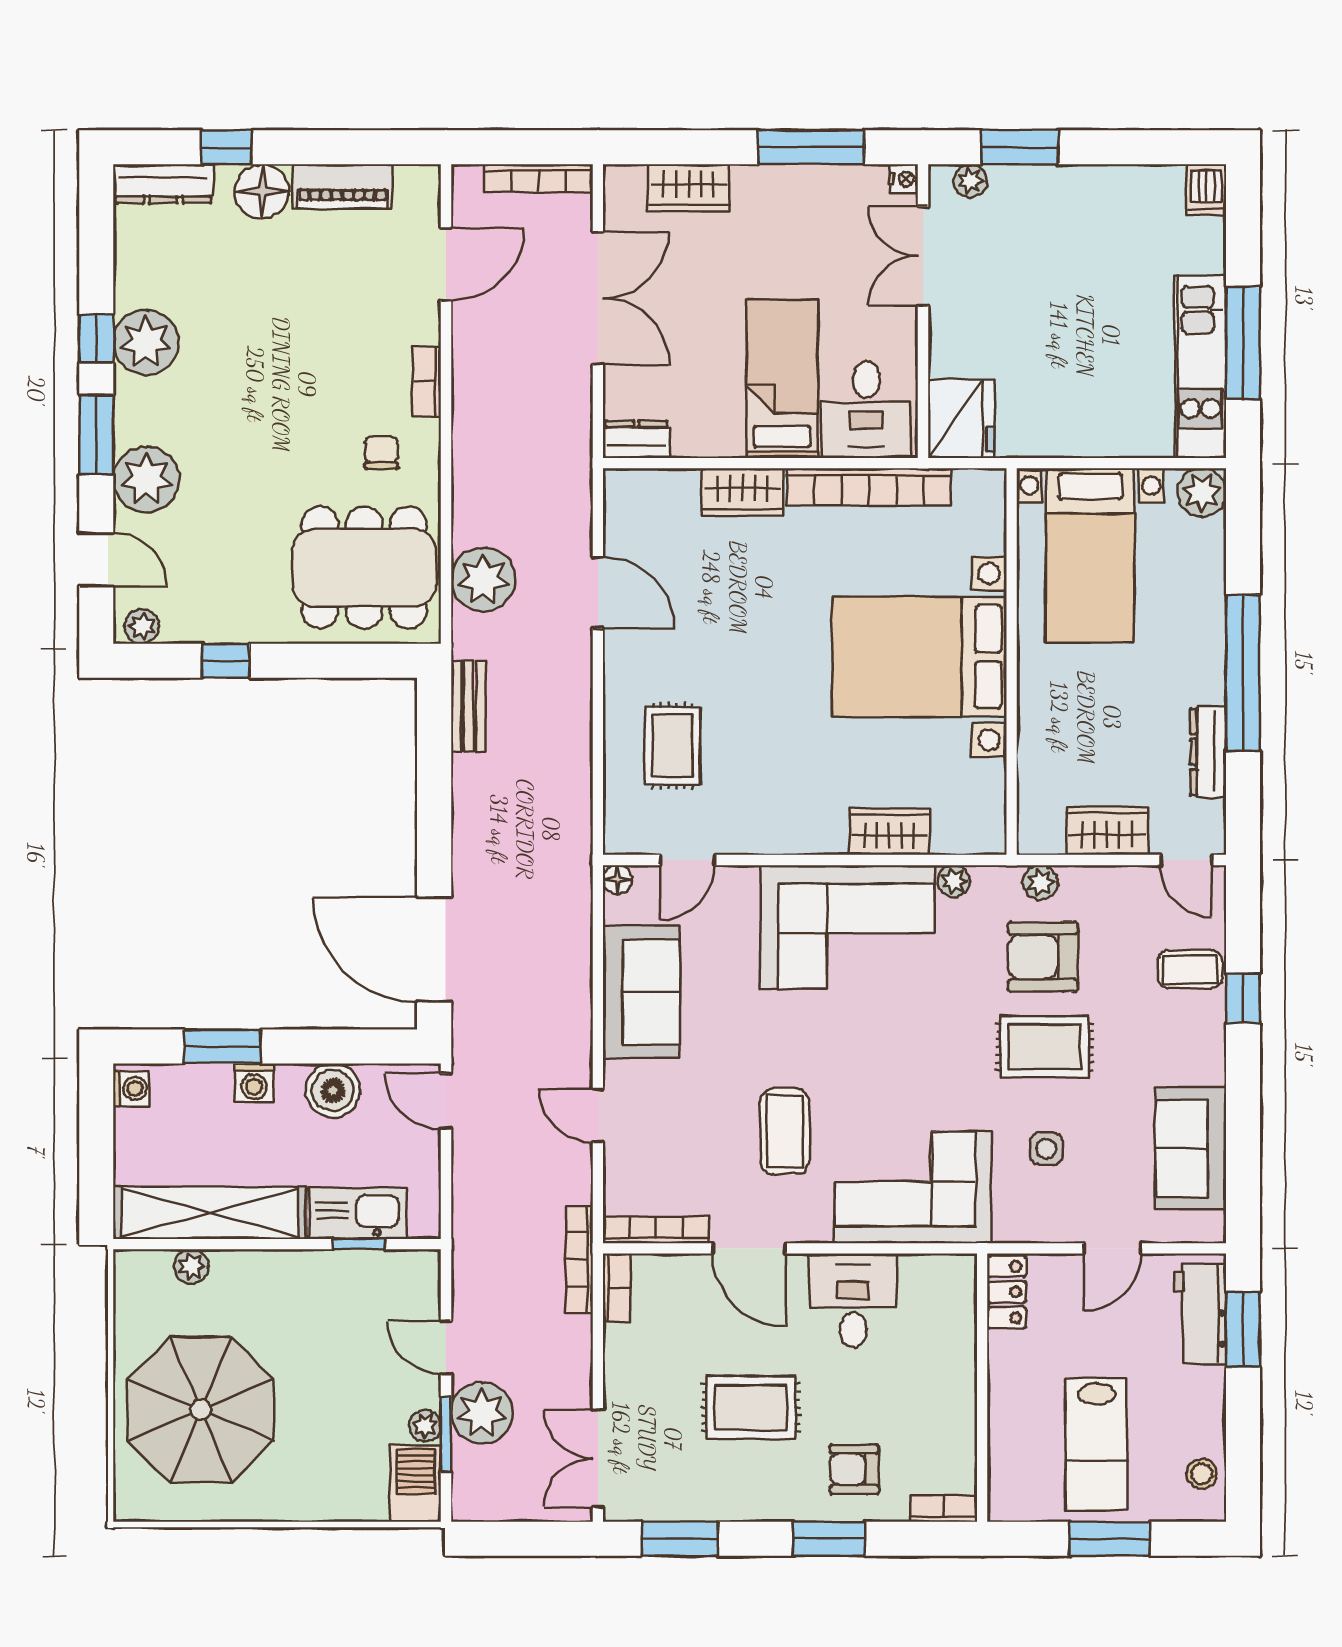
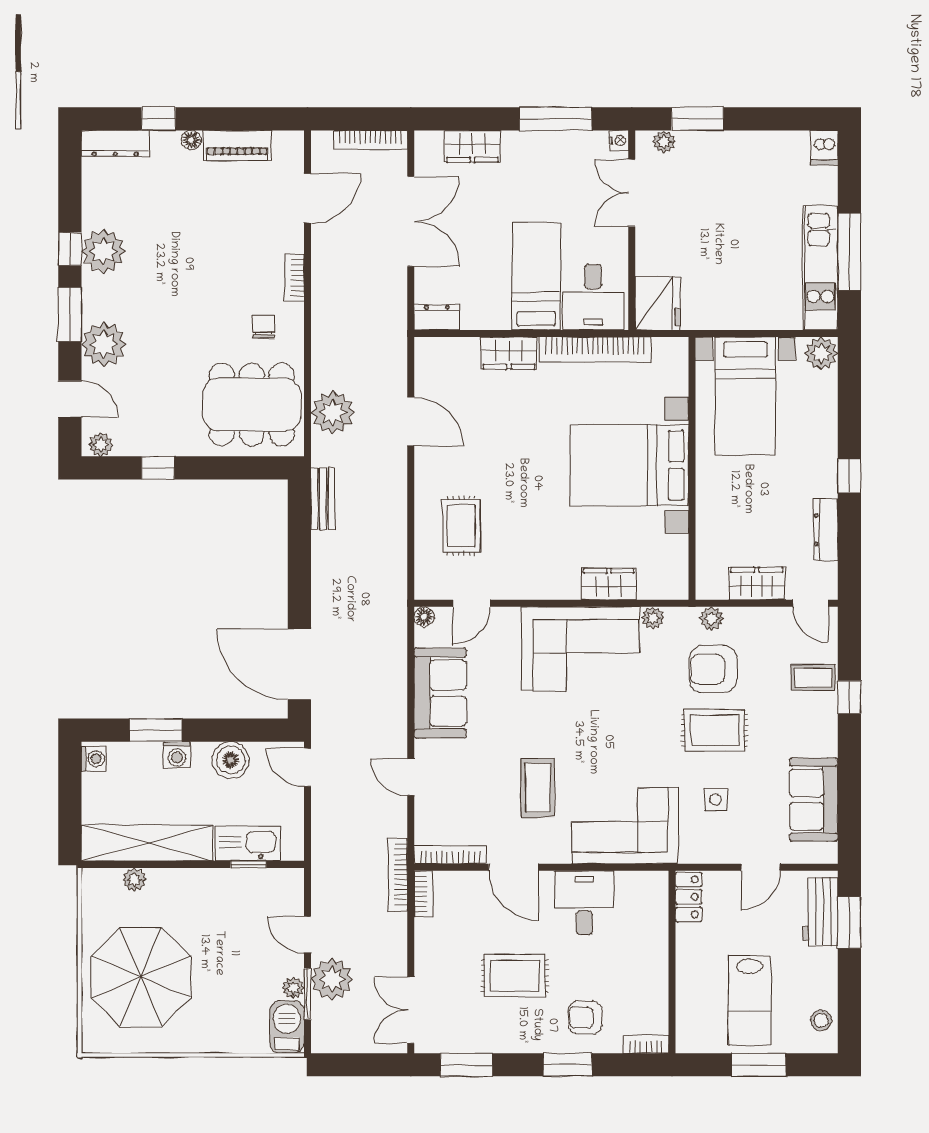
floor lamp: (262, 191) -> (191, 140), width x0.53, depth x0.53
window: (1243, 673) -> (849, 476), width x0.32

